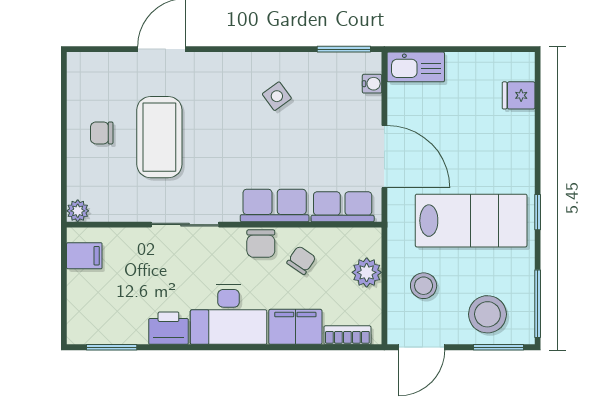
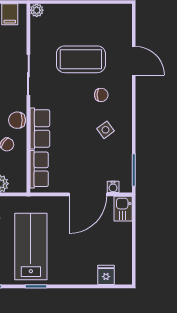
kitchen sink: (416, 67) -> (123, 209), width x0.73
chair: (102, 133) -> (101, 95), moved, turned 90
door: (384, 157) -> (88, 194), moved
lab bench: (471, 221) -> (31, 246), turned 180

